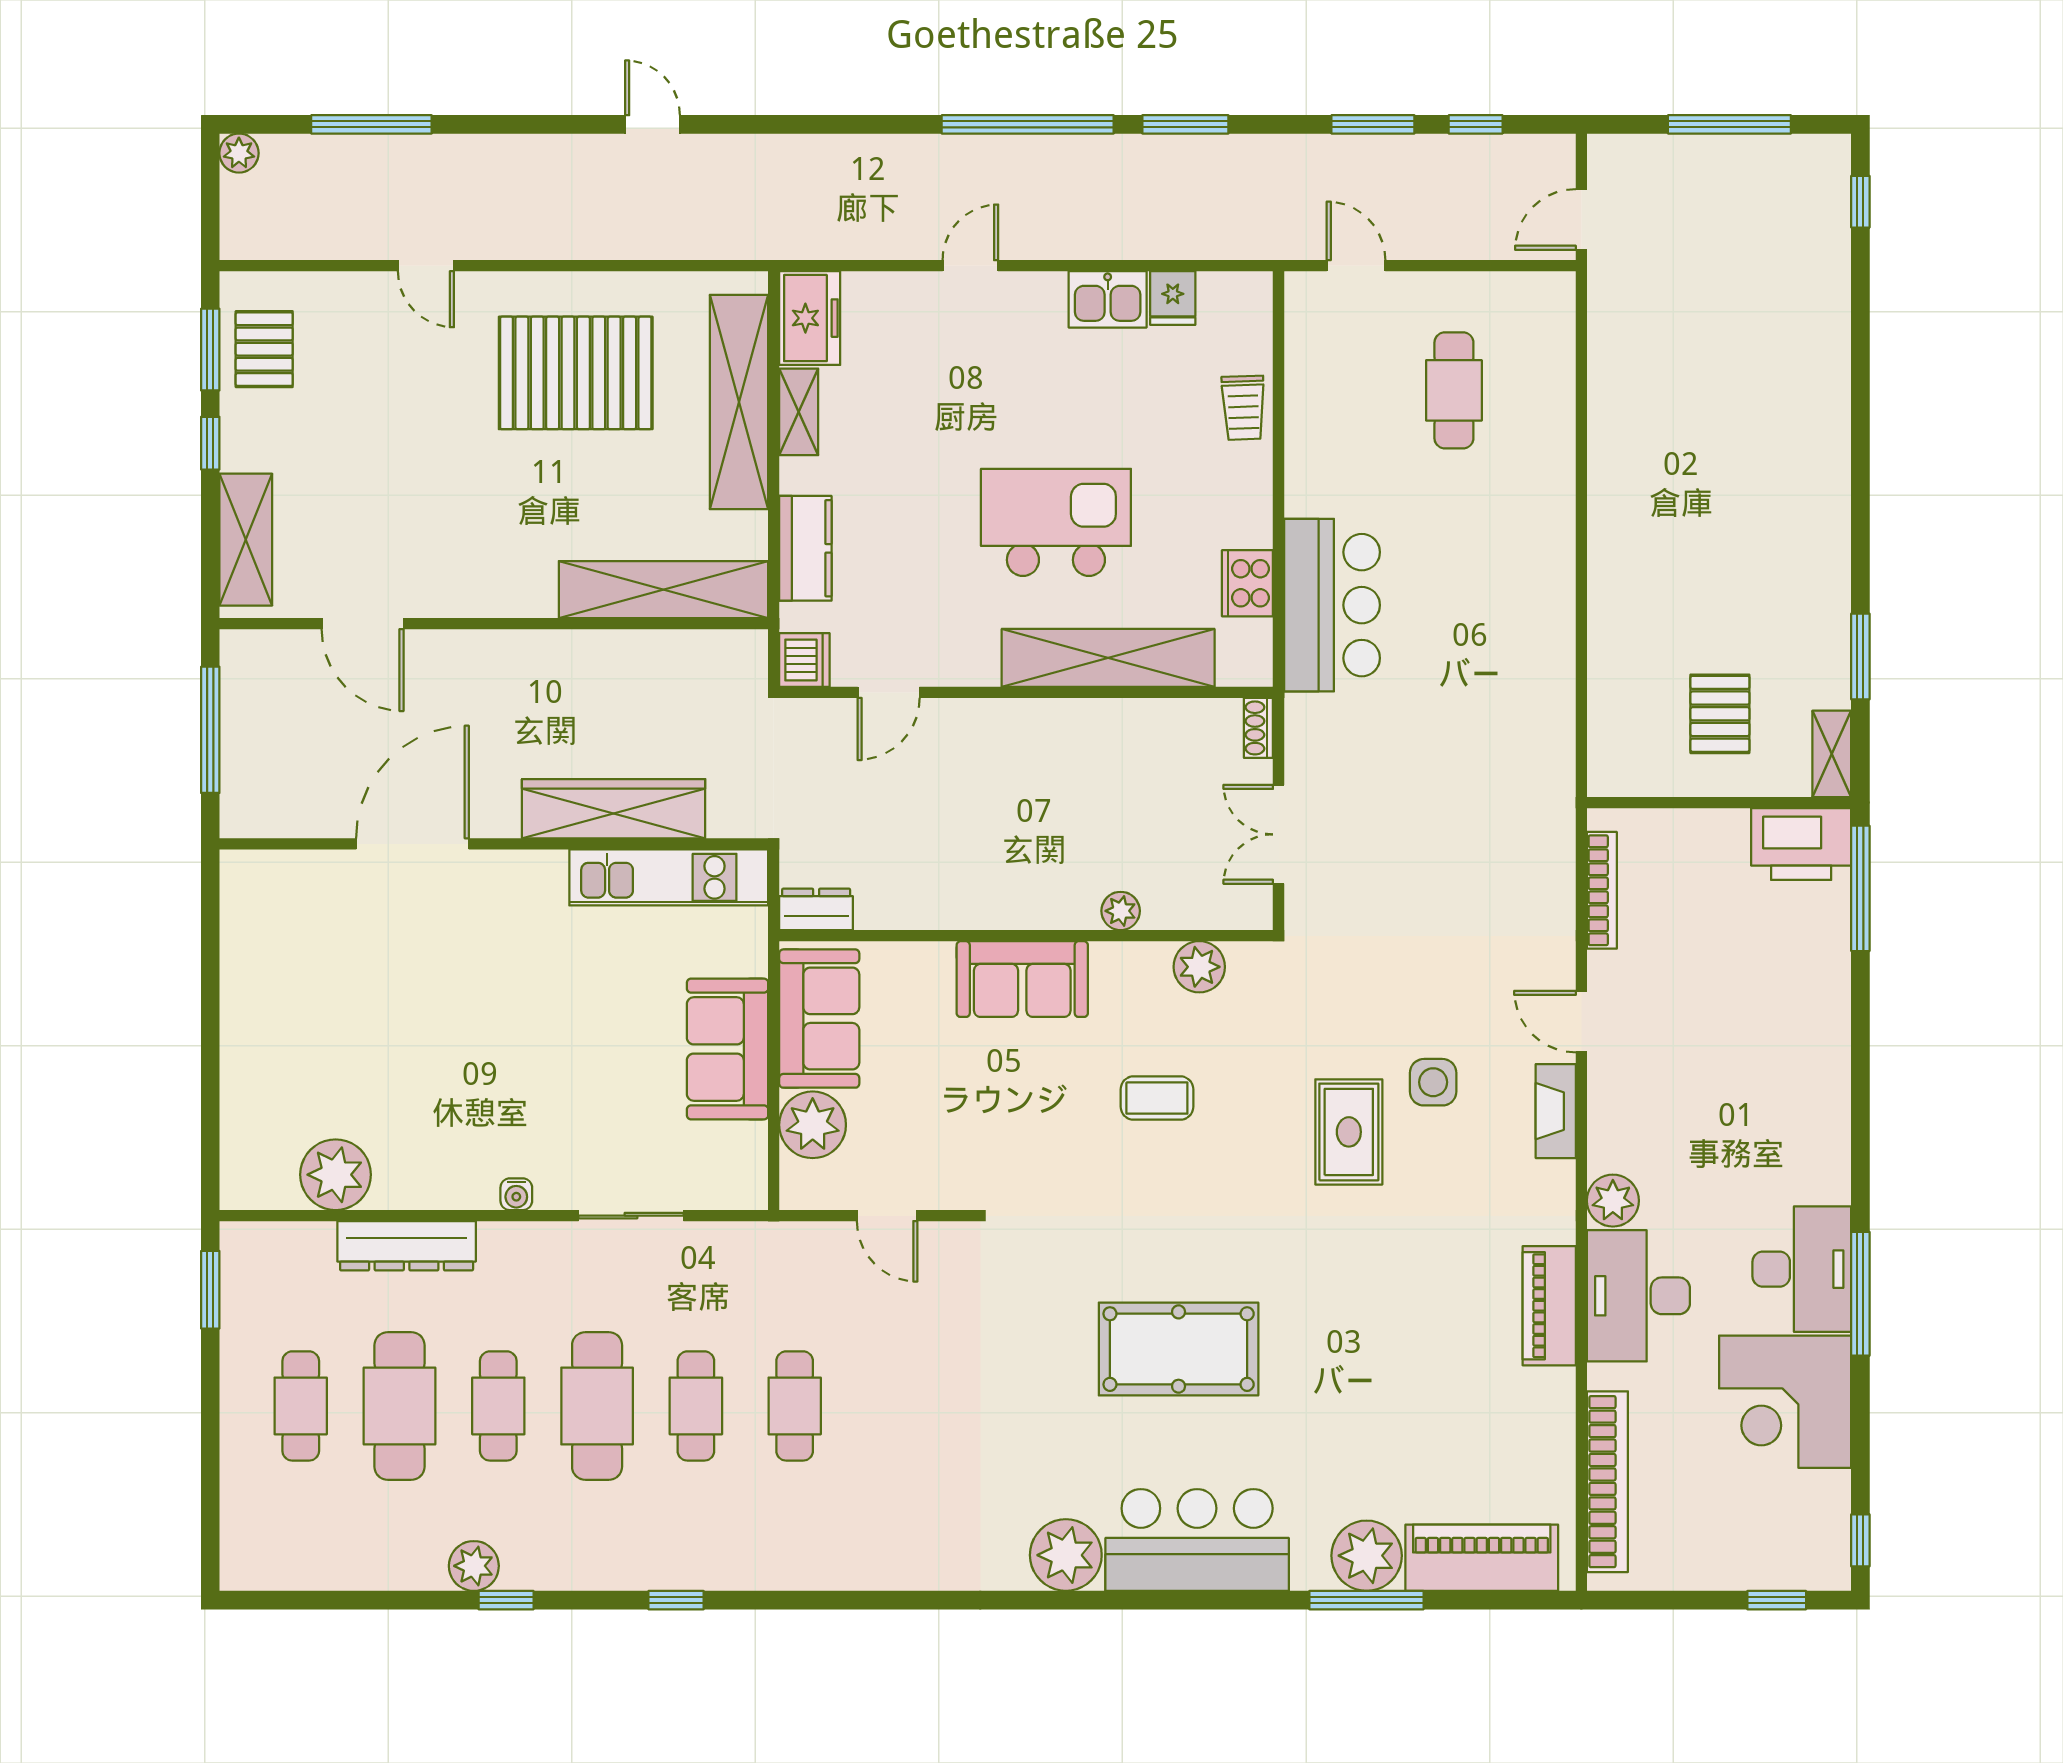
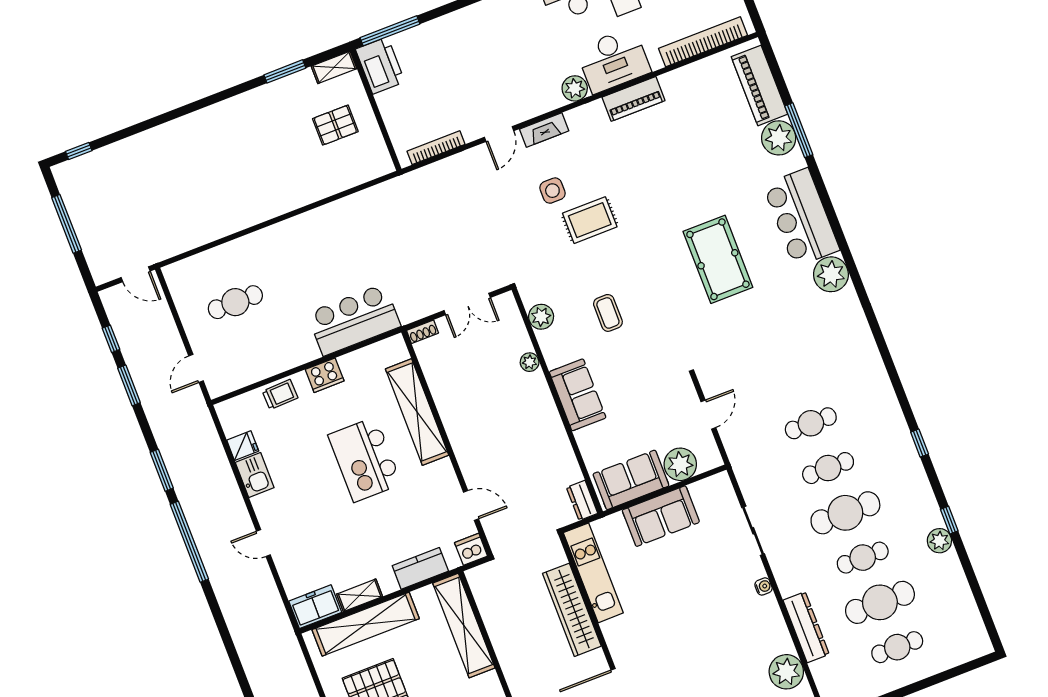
cooker: (1247, 583) -> (325, 375), moved

